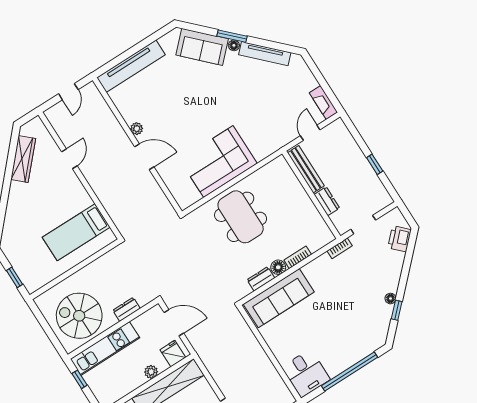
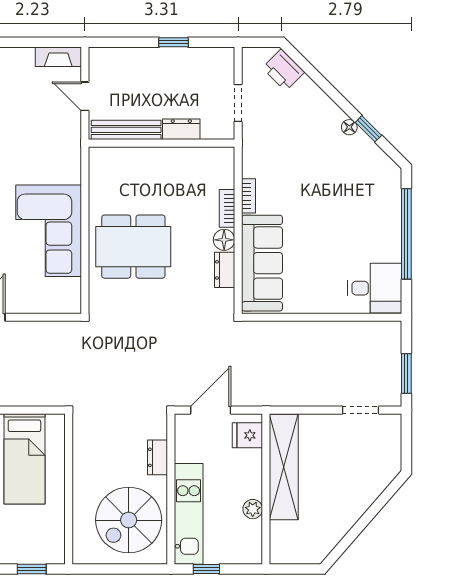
bookcase: (340, 248) -> (249, 196), moved
plant: (151, 372) -> (253, 509), moved

